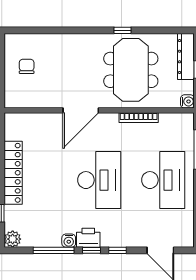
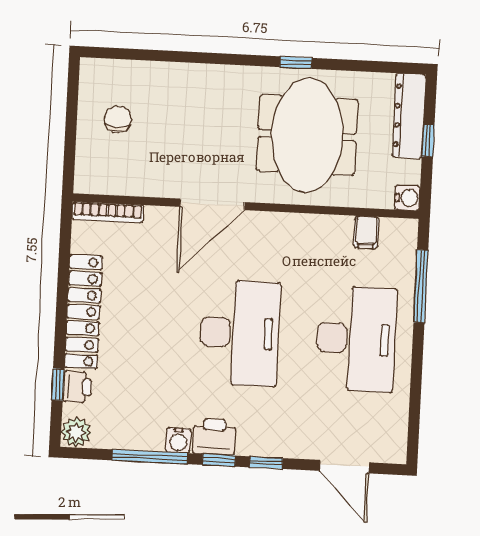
bookcase: (139, 118) -> (108, 212), moved
filing cabinet: (166, 121) -> (366, 232), added
printer: (12, 214) -> (77, 387), added

